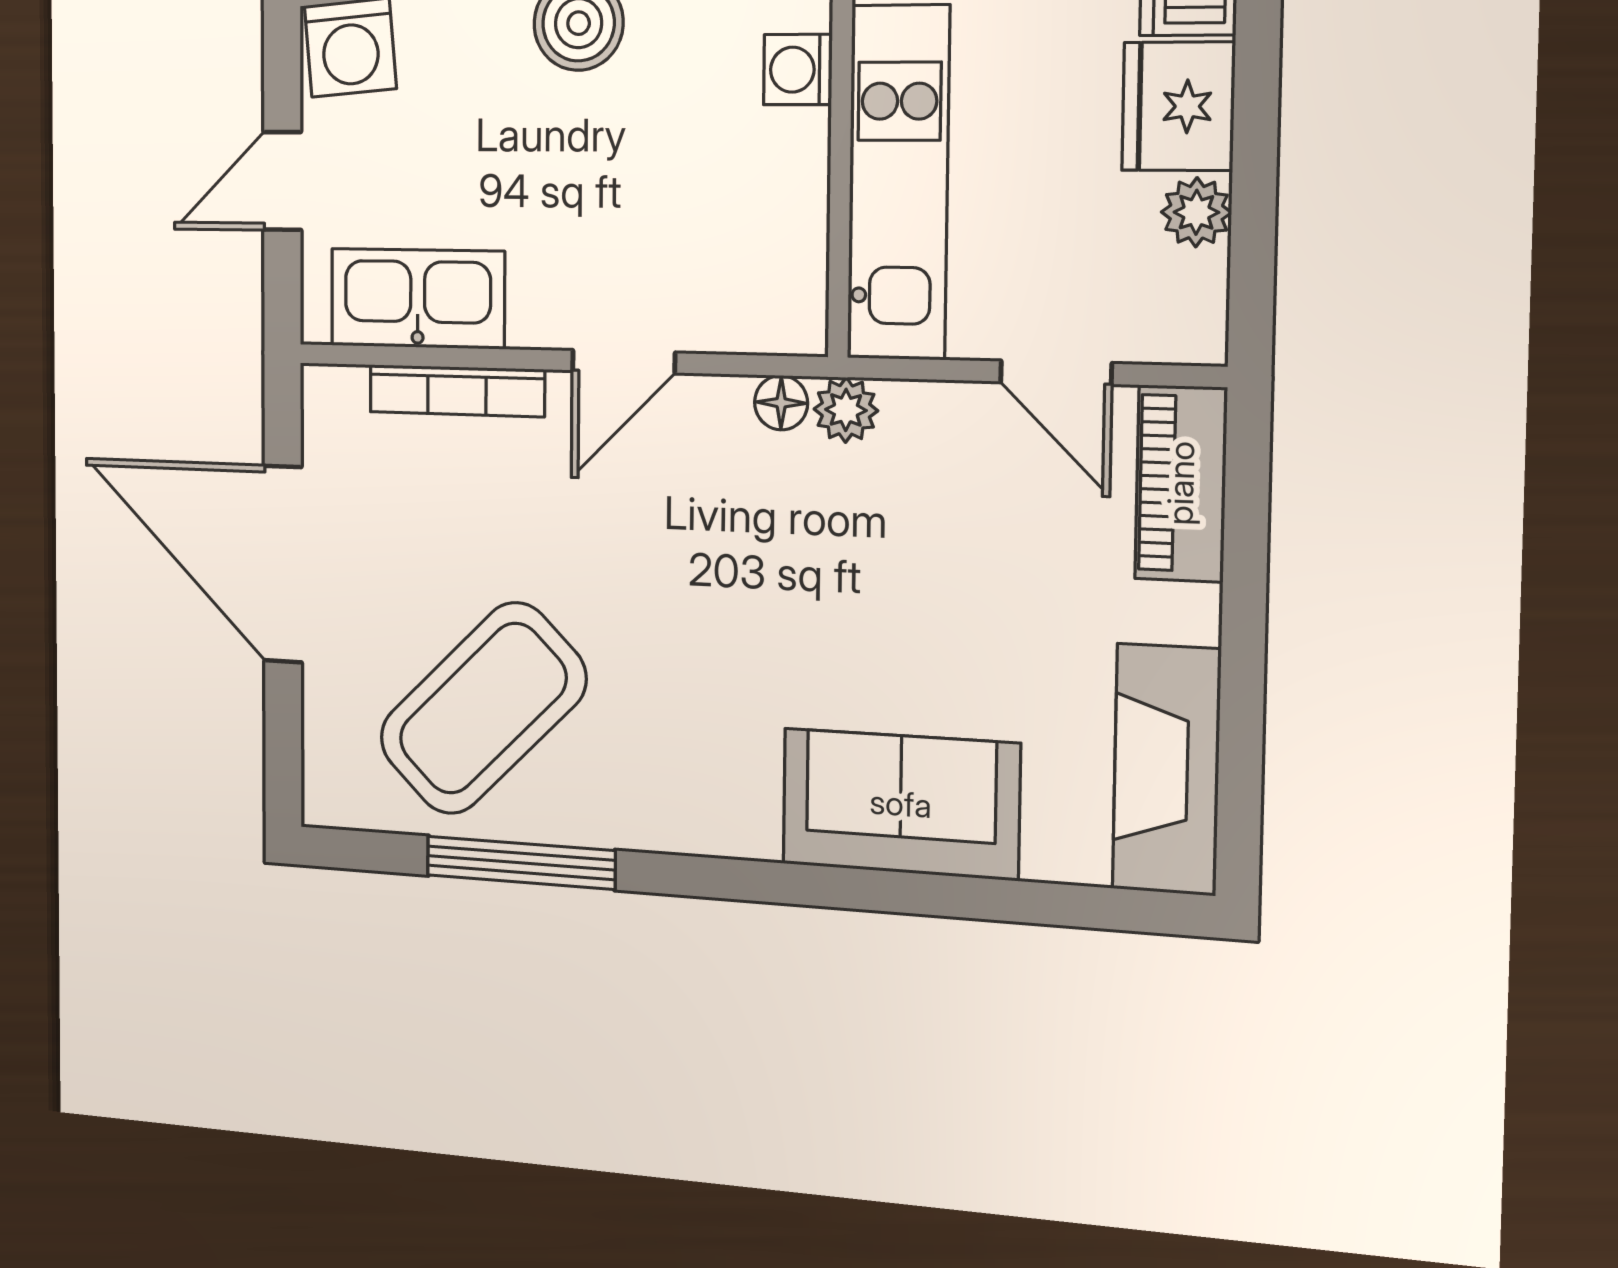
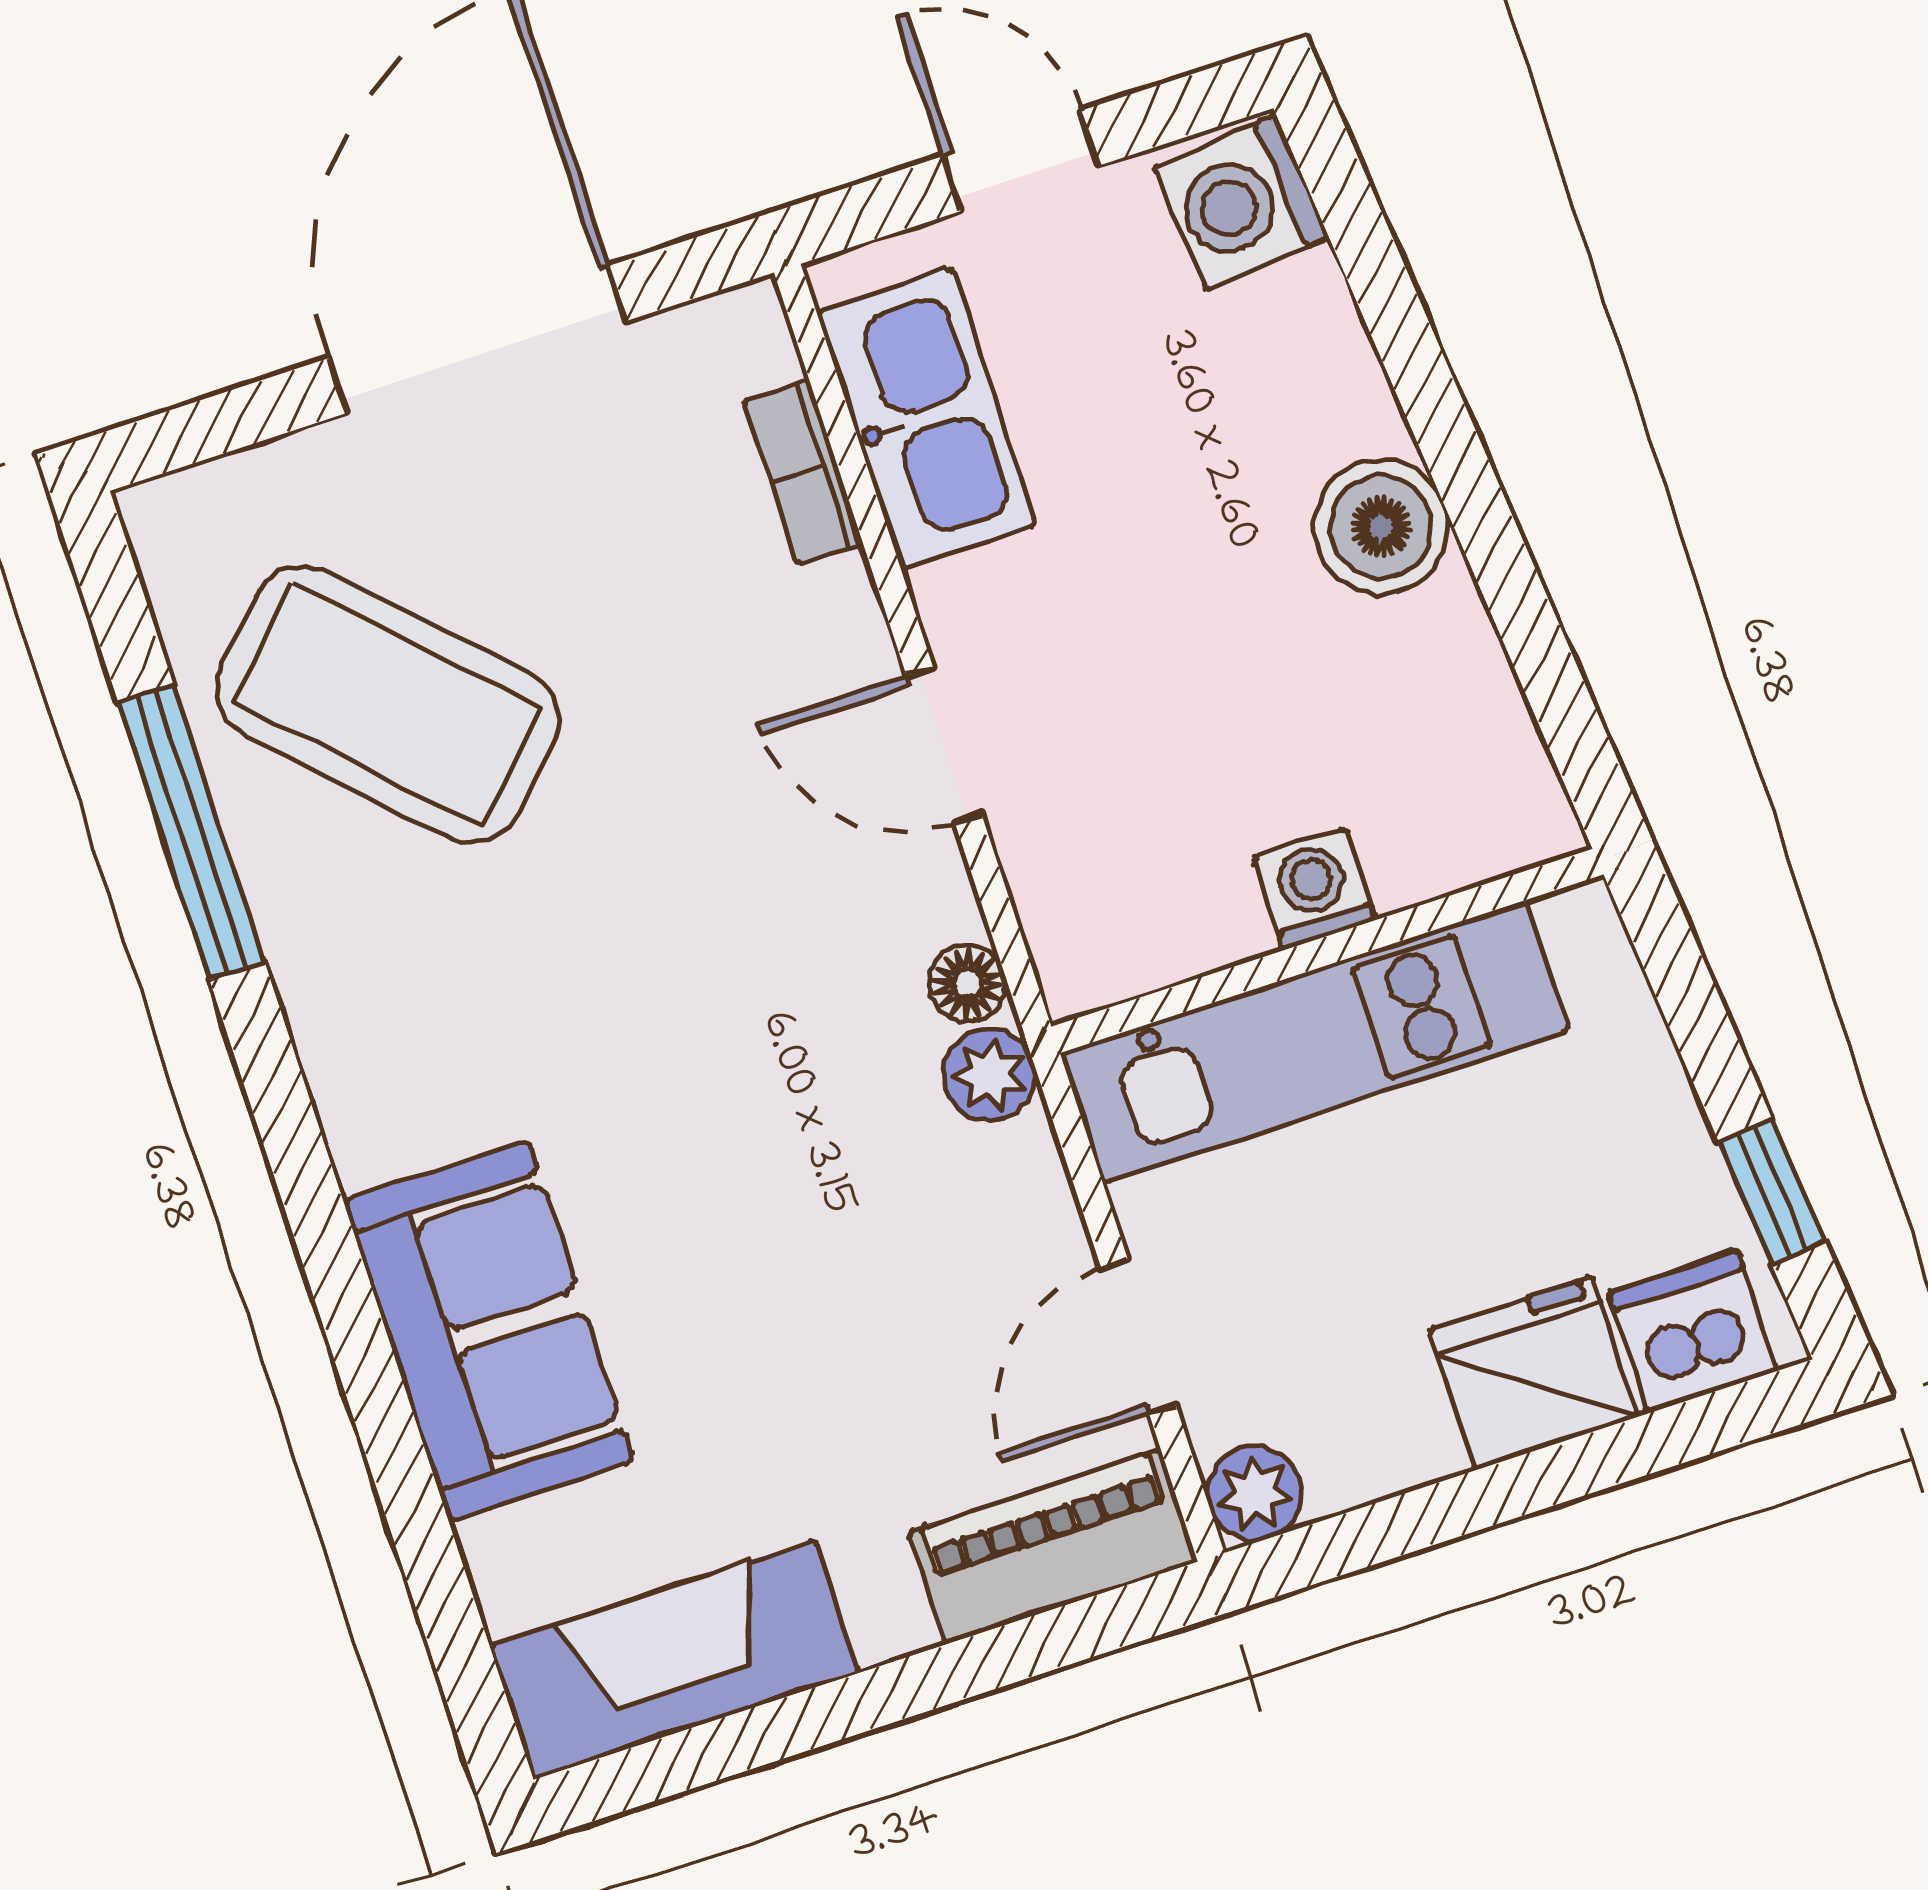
washing machine: (798, 70) -> (1314, 889), moved
plant: (1196, 212) -> (1255, 1494), moved
bookcase: (457, 391) -> (803, 472), width x0.64

